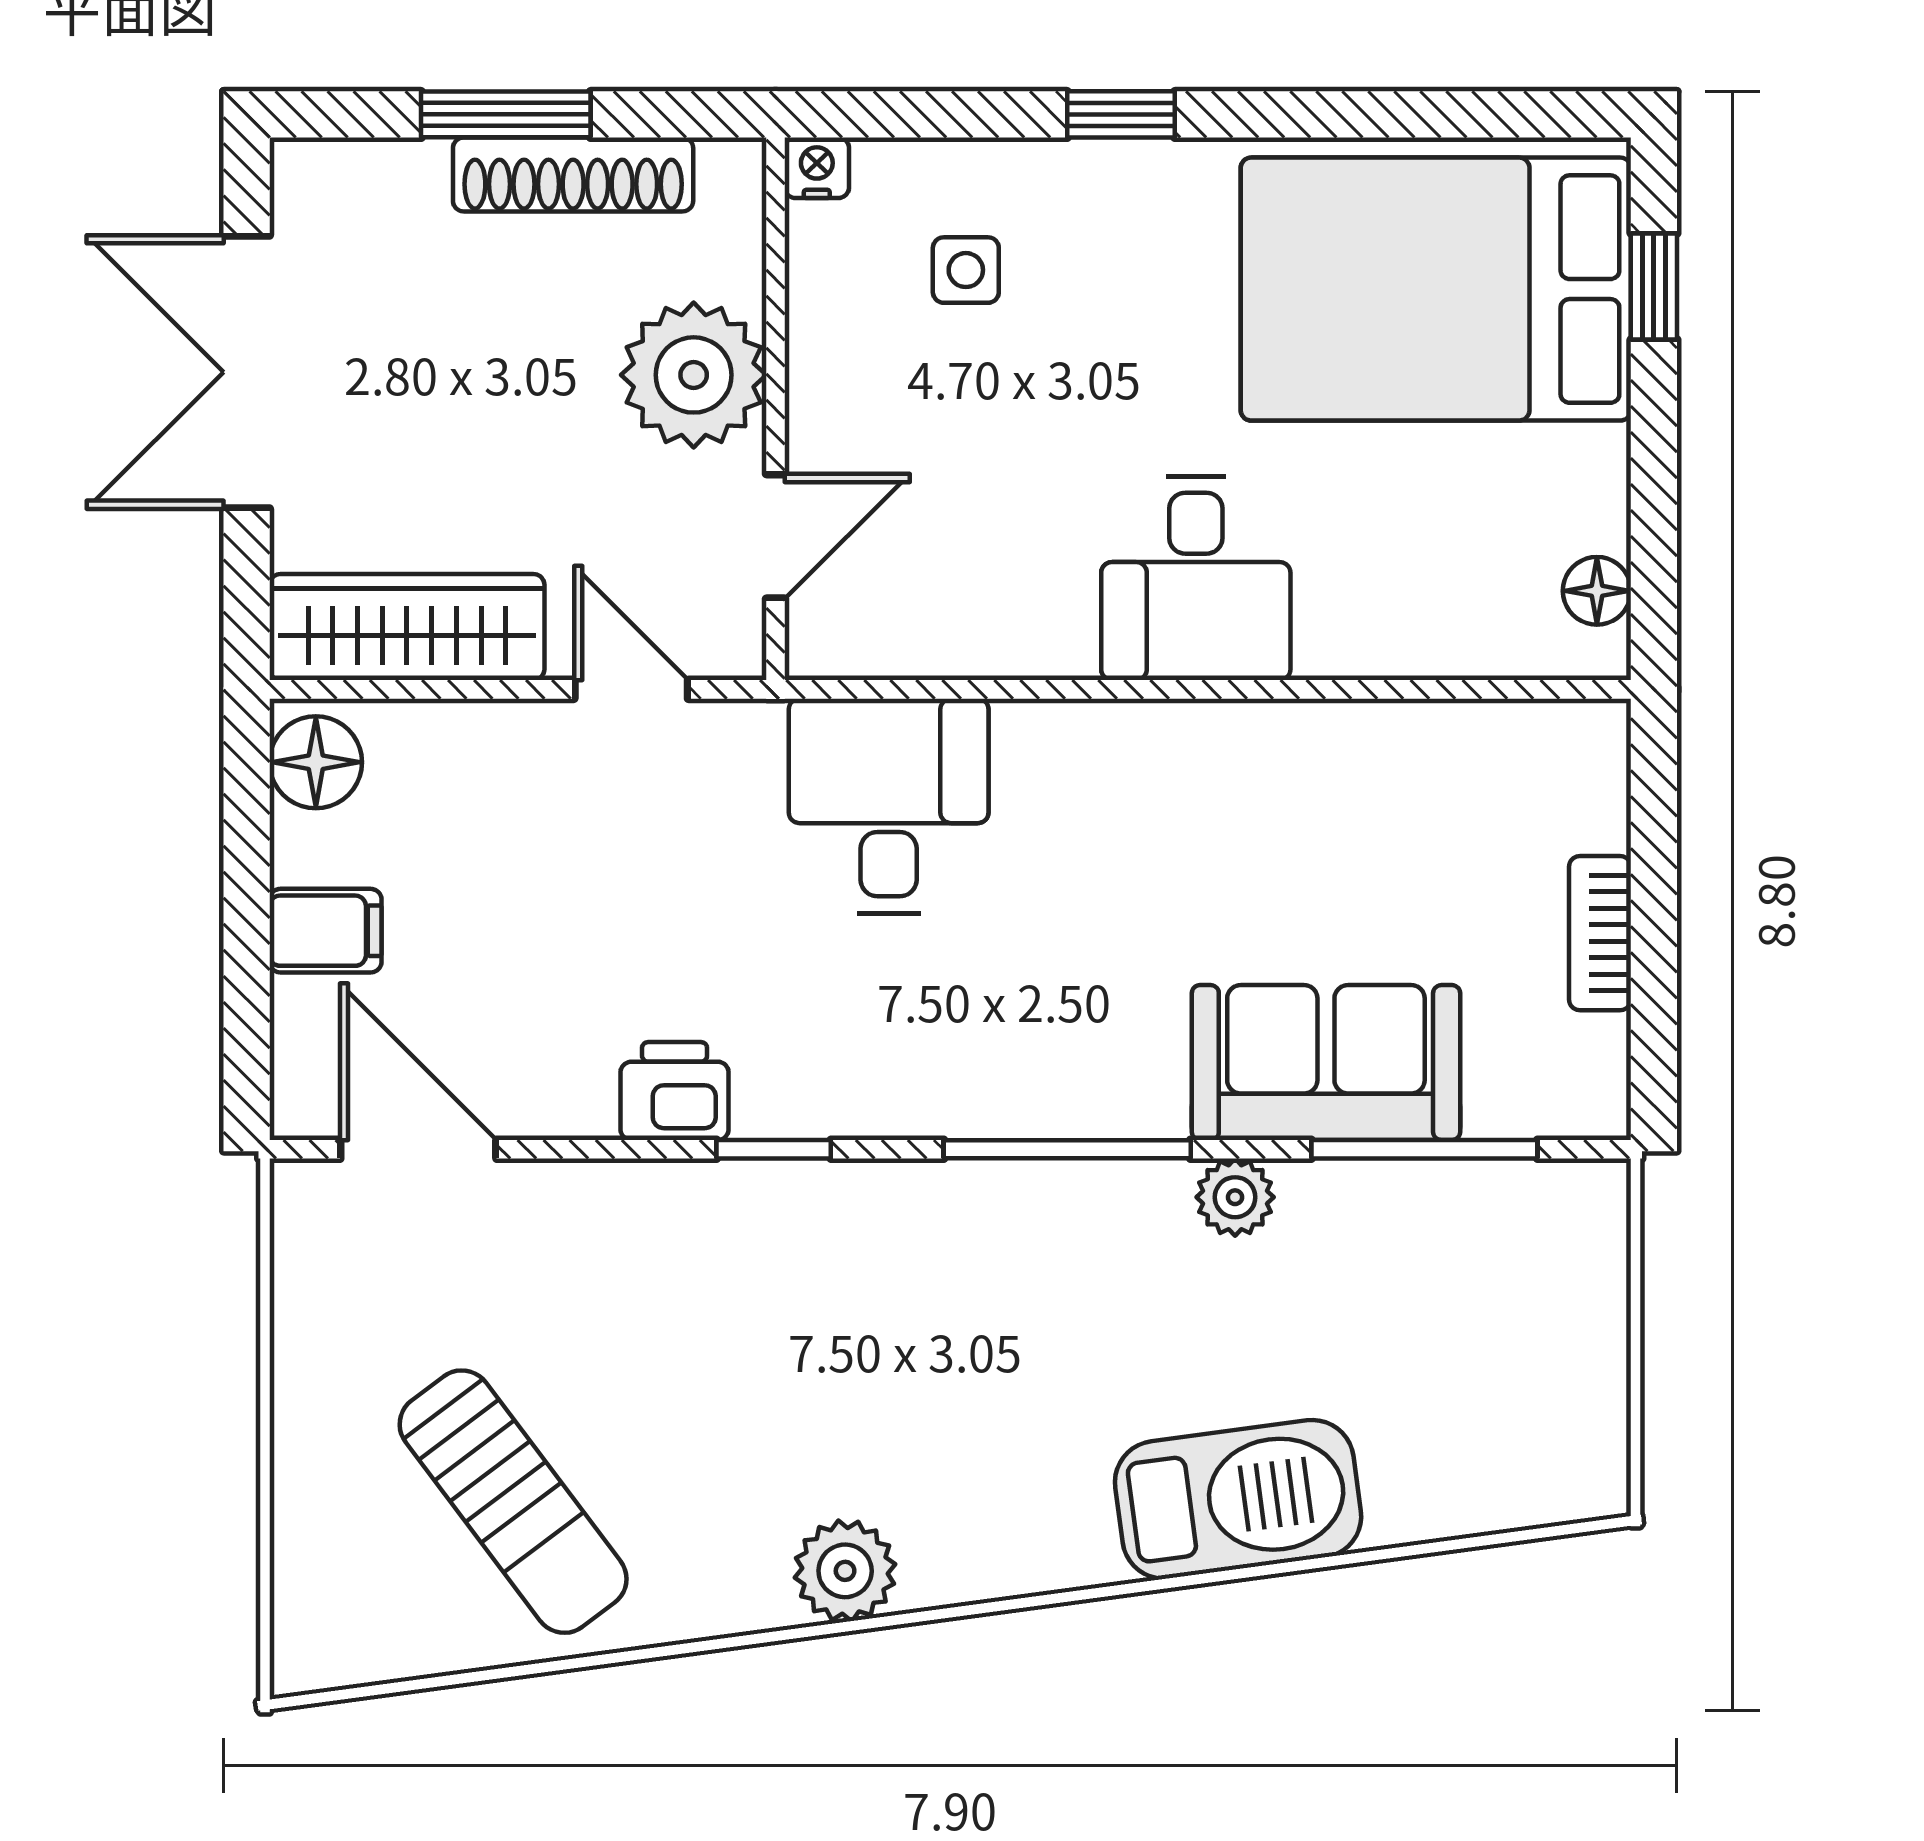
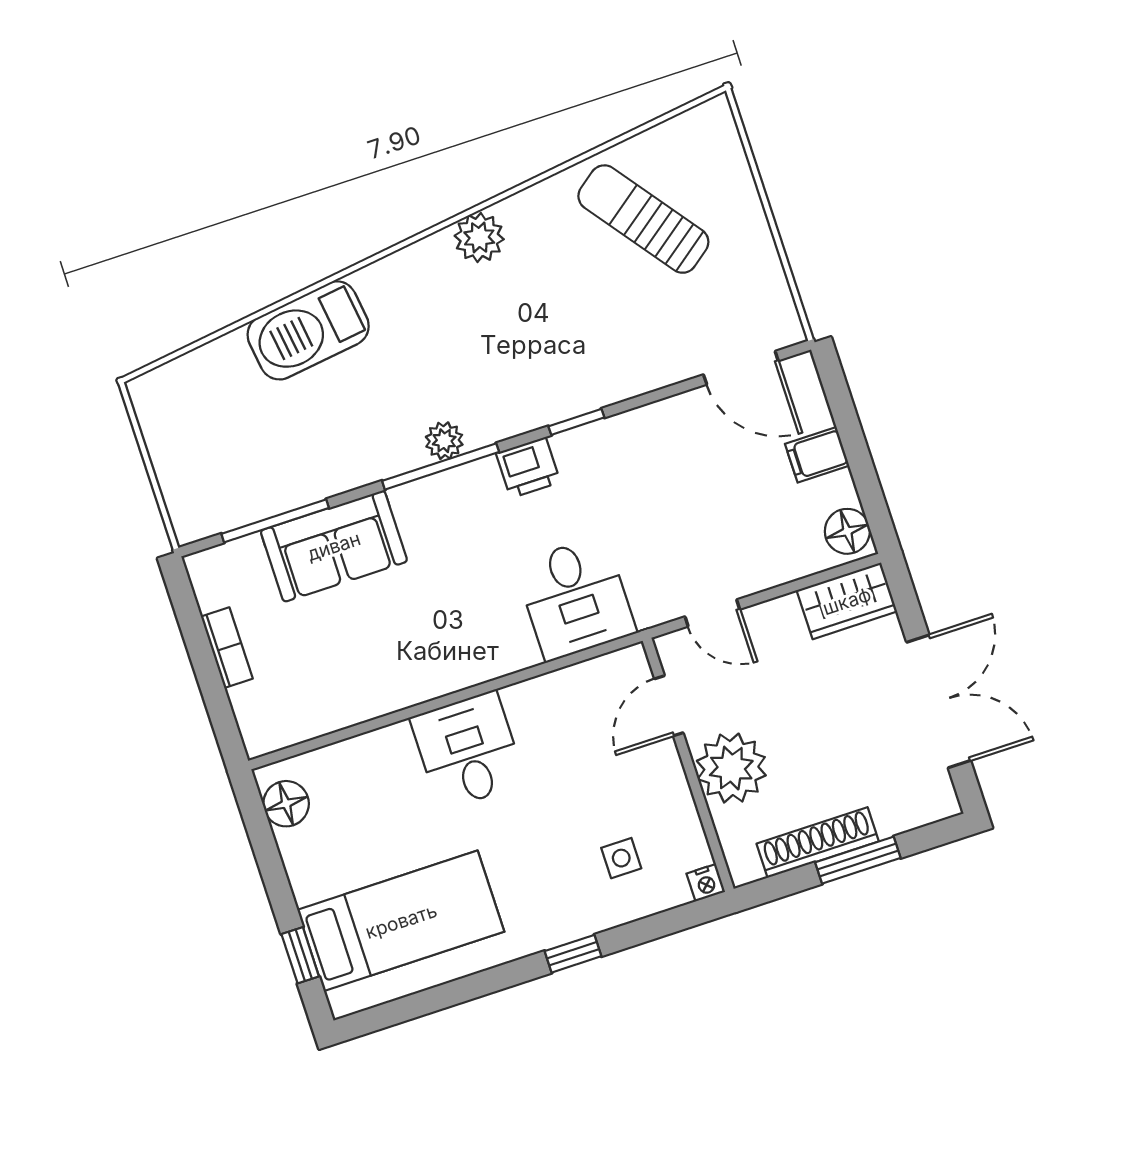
bed: (1436, 289) -> (401, 921), width x0.67
floor lamp: (1597, 591) -> (286, 804), width x1.37, depth x1.37
wardrobe: (407, 627) -> (847, 601), width x0.67
printer: (675, 1091) -> (528, 468), moved
plant: (1235, 1197) -> (444, 441), moved

